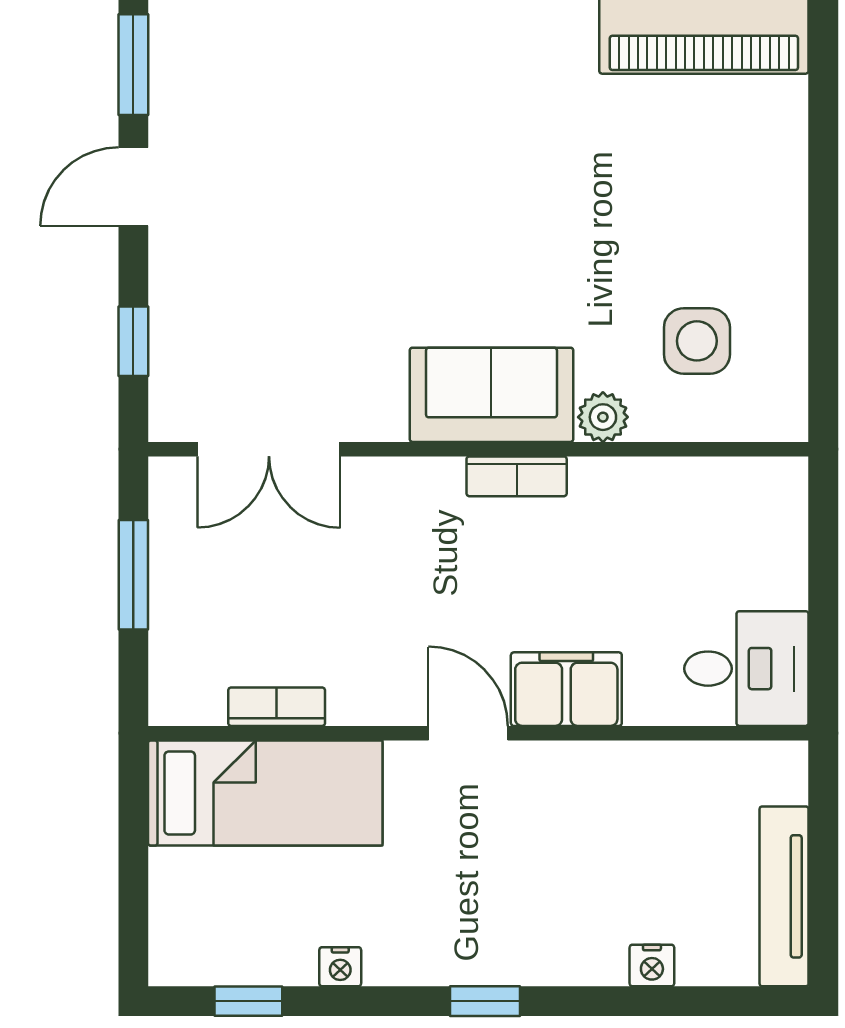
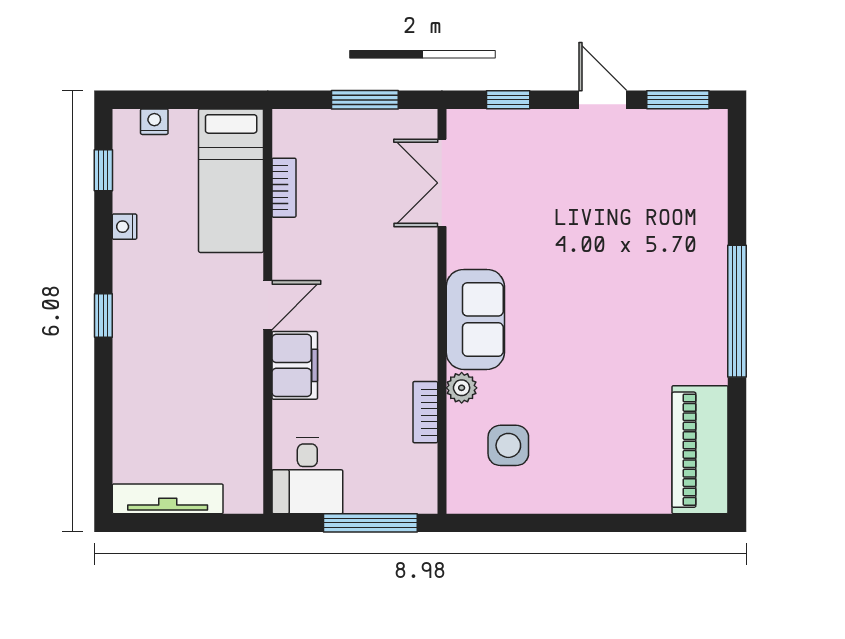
bookcase: (517, 476) -> (425, 412), moved
window: (823, 566) -> (370, 523), added
nightstand: (652, 965) -> (154, 122), moved, turned 90

